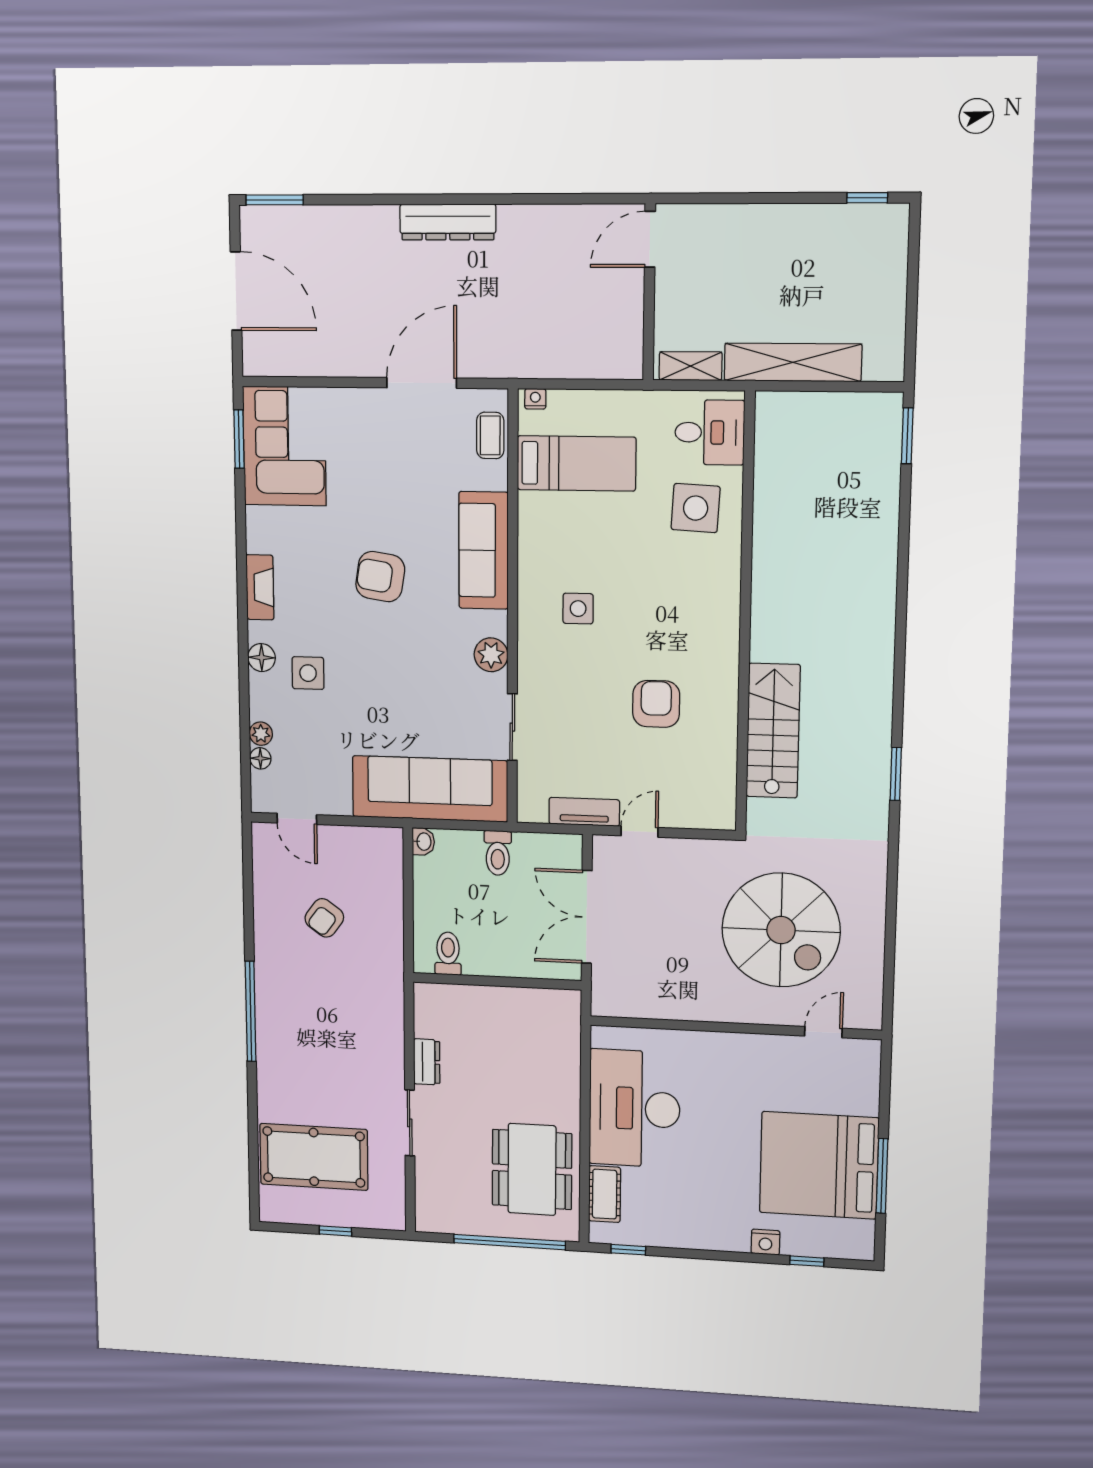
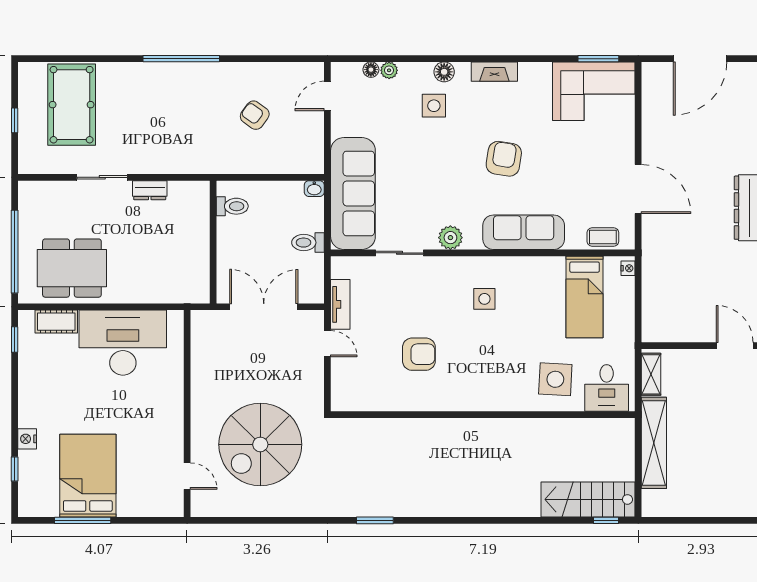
window: (907, 436) -> (606, 520), width x0.67
stairs: (773, 731) -> (588, 499), moved, turned 180
bed: (819, 1165) -> (88, 476), width x0.73

